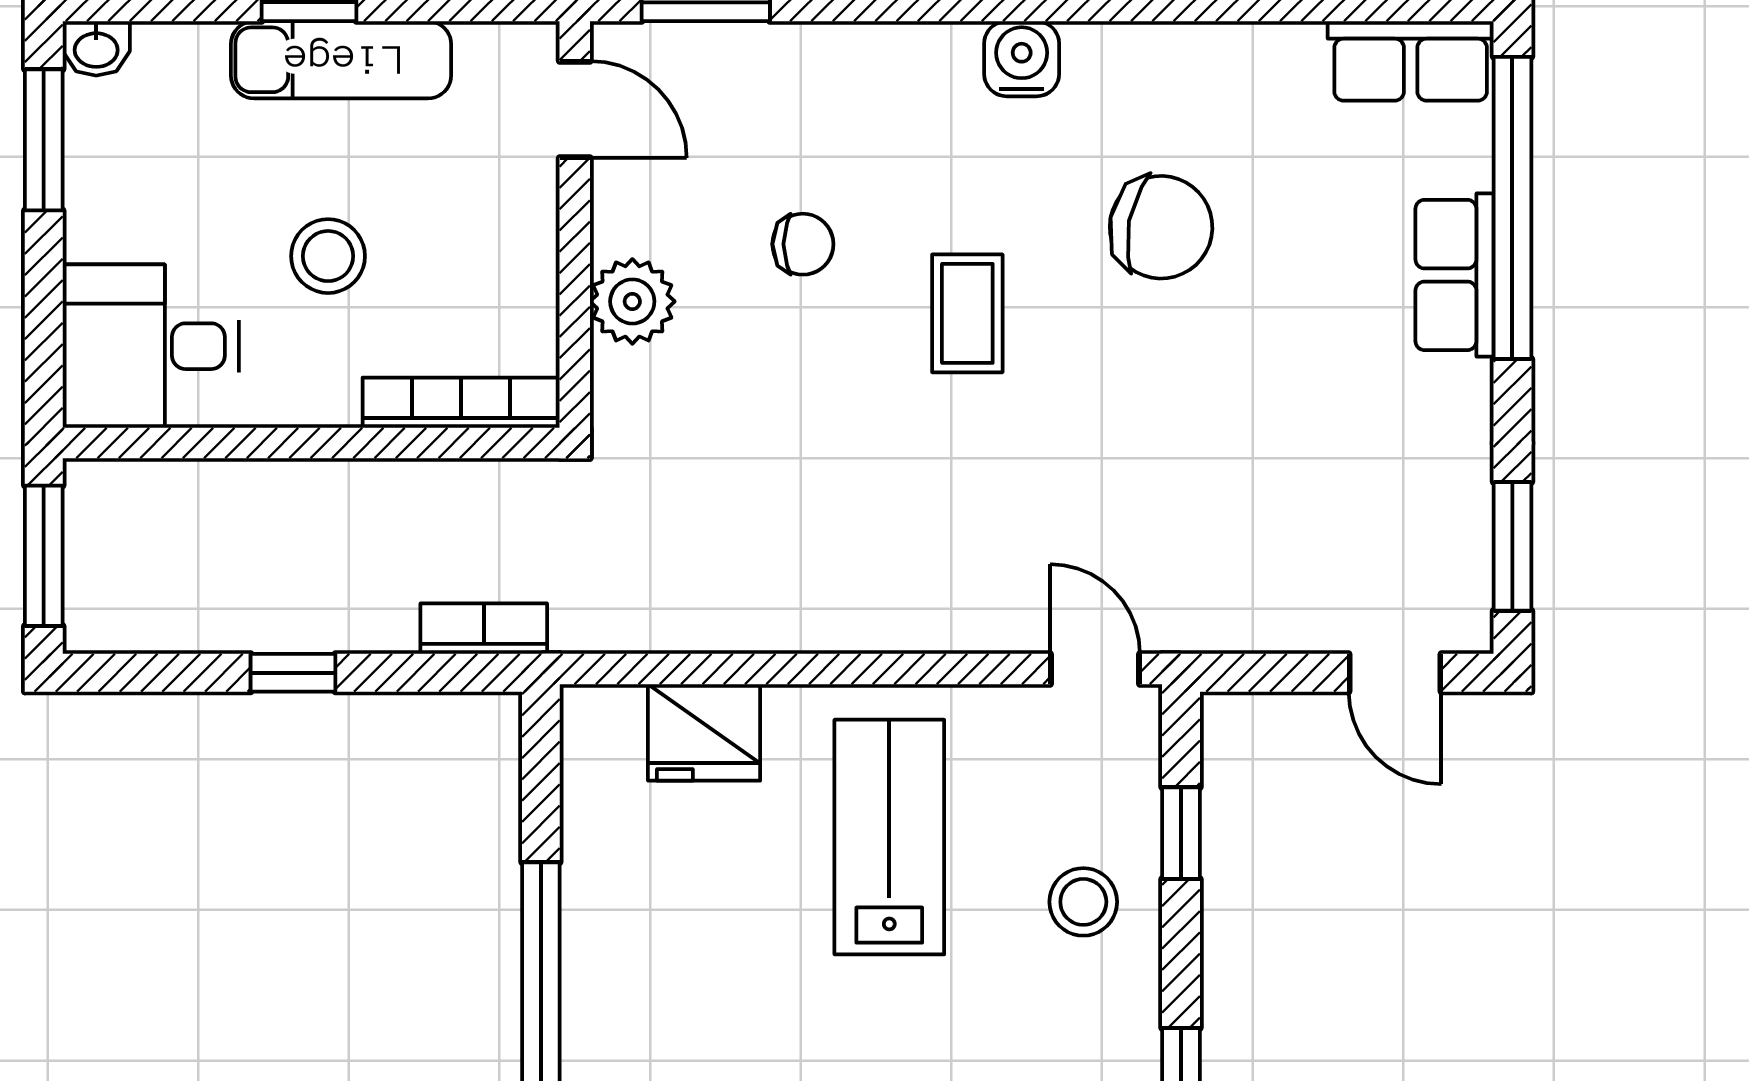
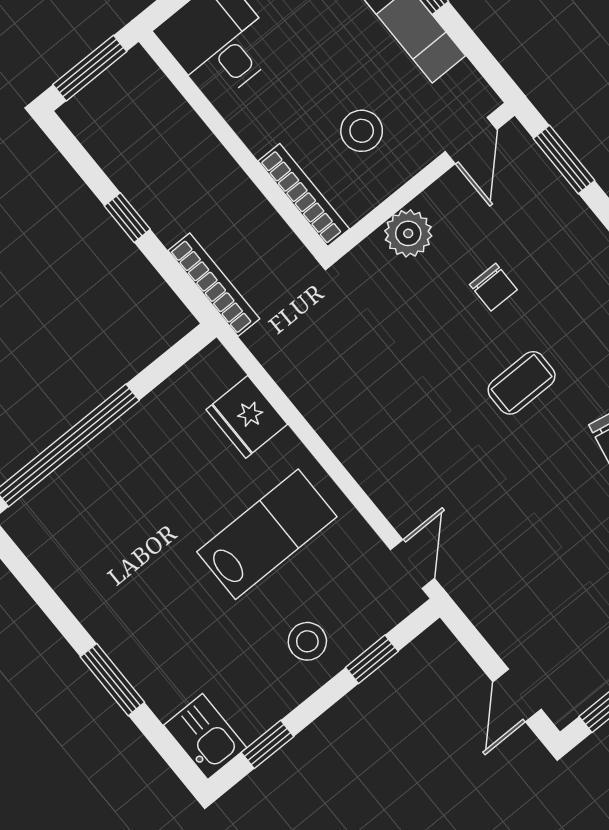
stool: (328, 256) -> (362, 131), moved
bookcase: (484, 629) -> (214, 285), width x1.56

